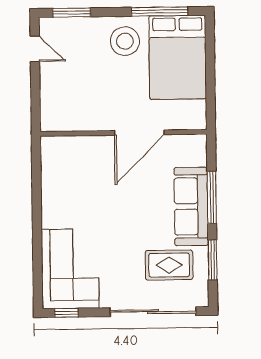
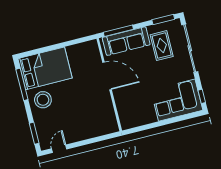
wall: (123, 133) -> (109, 85), moved
door: (139, 133) -> (107, 76), moved
window: (213, 260) -> (163, 20), moved

